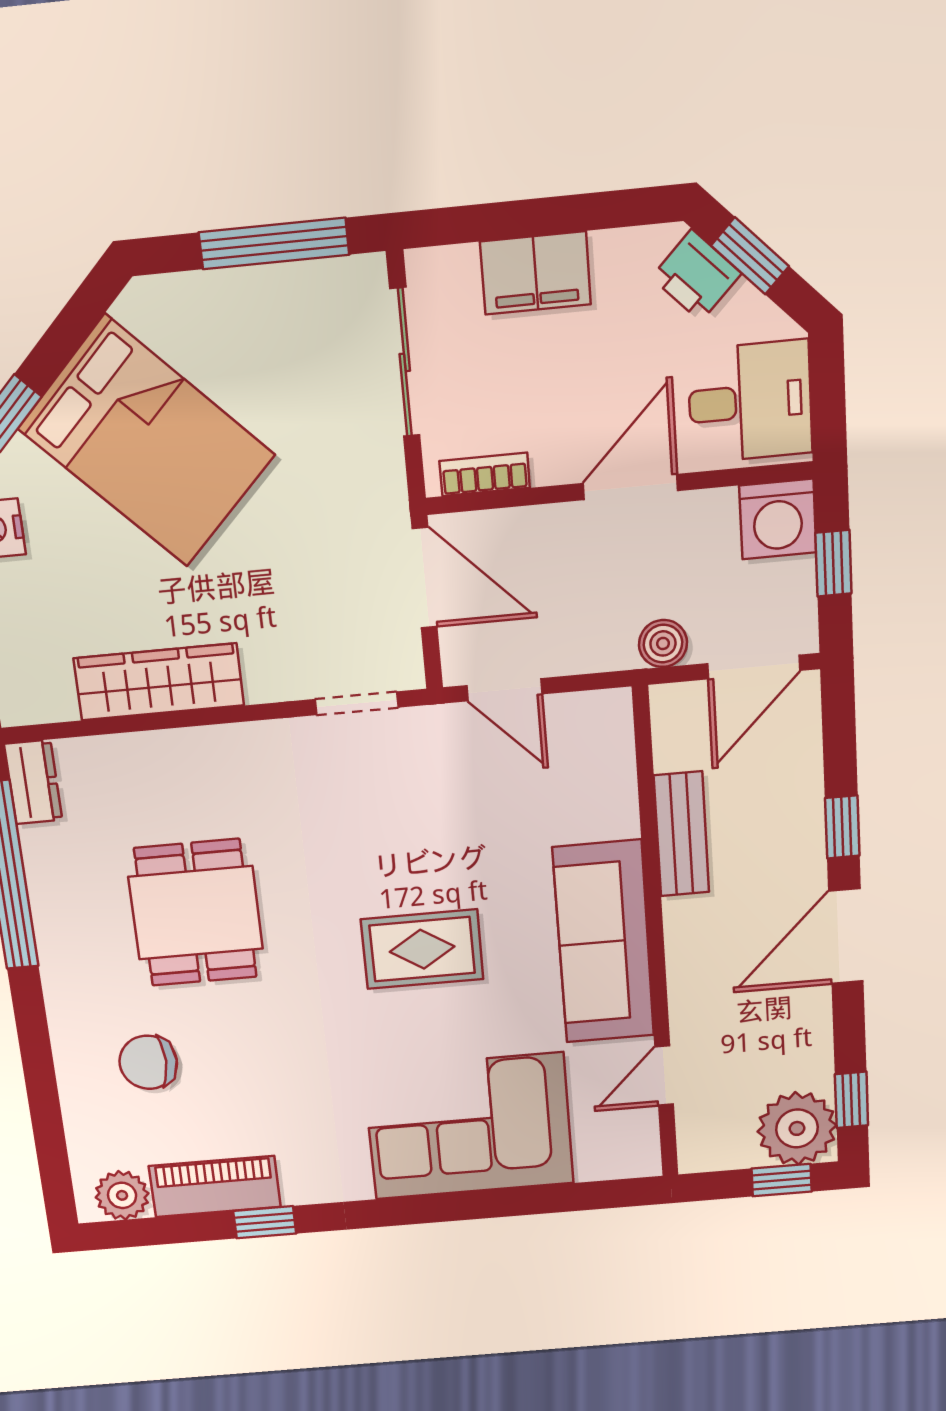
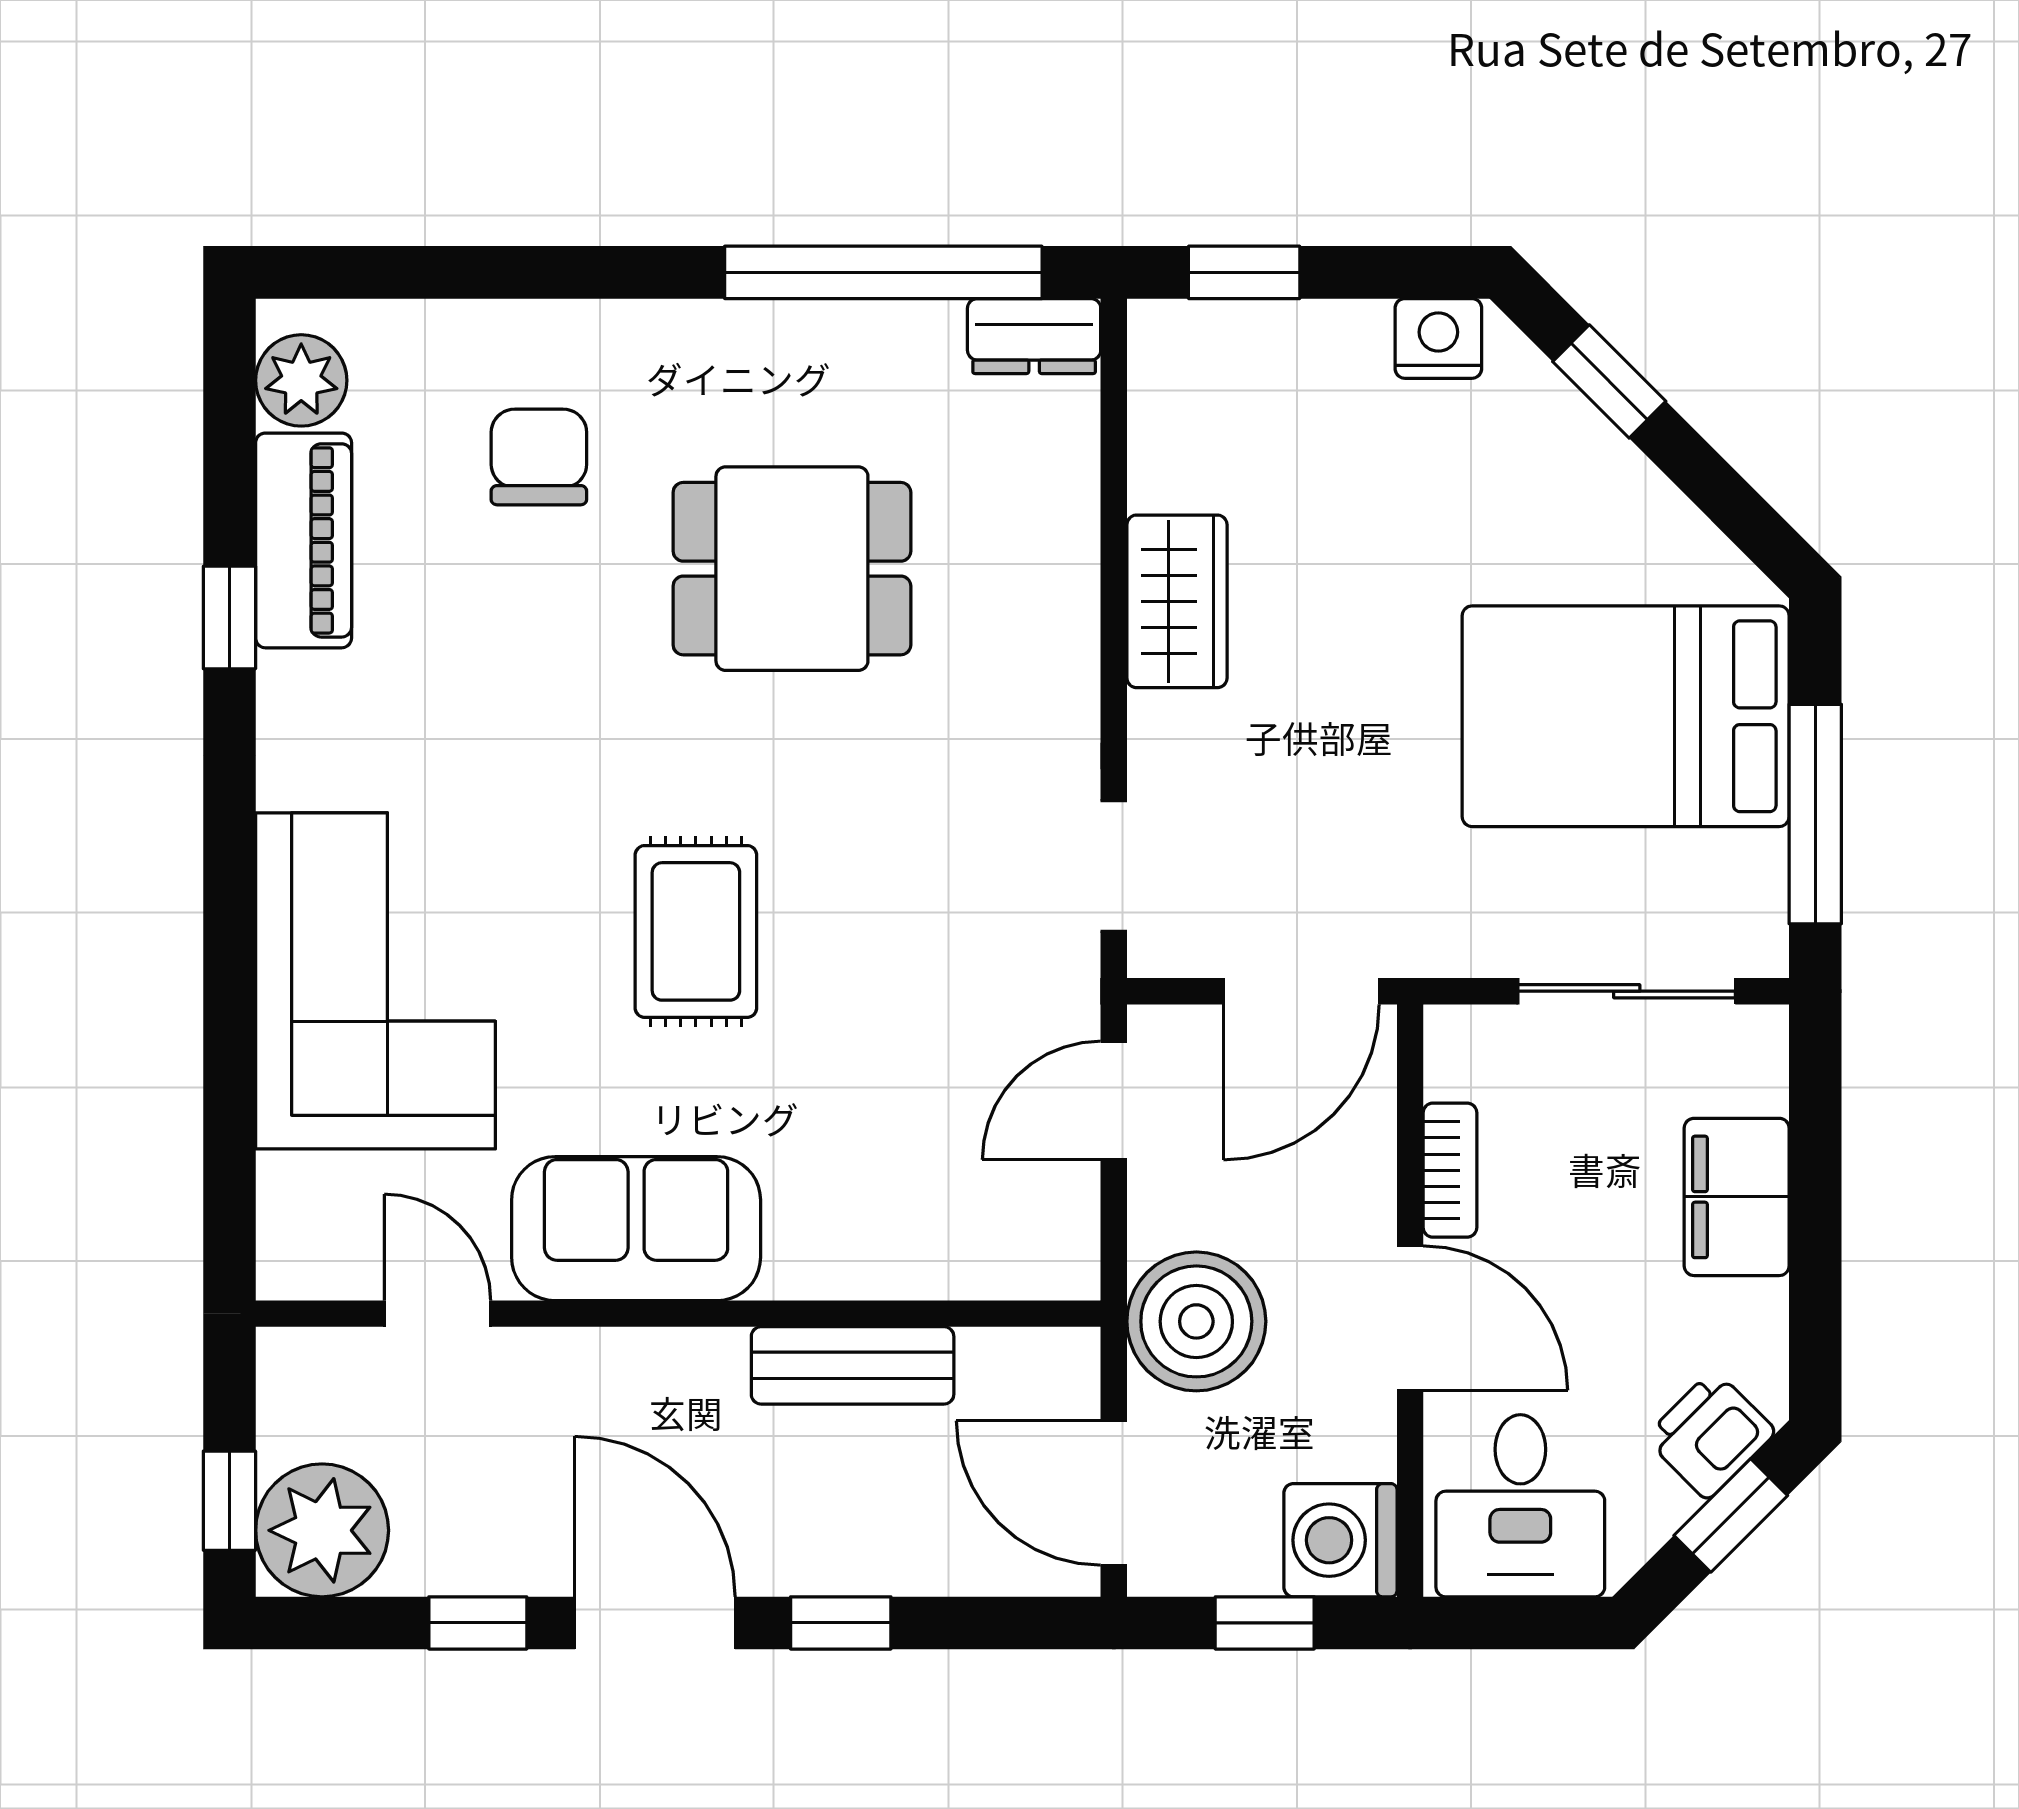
bed: (147, 442) -> (1626, 716), moved, turned 45
bookcase: (485, 474) -> (1450, 1170), moved
boiler: (663, 643) -> (1196, 1321), width x1.86, depth x1.86
wardrobe: (159, 682) -> (1177, 601), width x0.67
sofa: (604, 942) -> (636, 1229), width x0.73
window: (851, 1100) -> (478, 1623), moved

